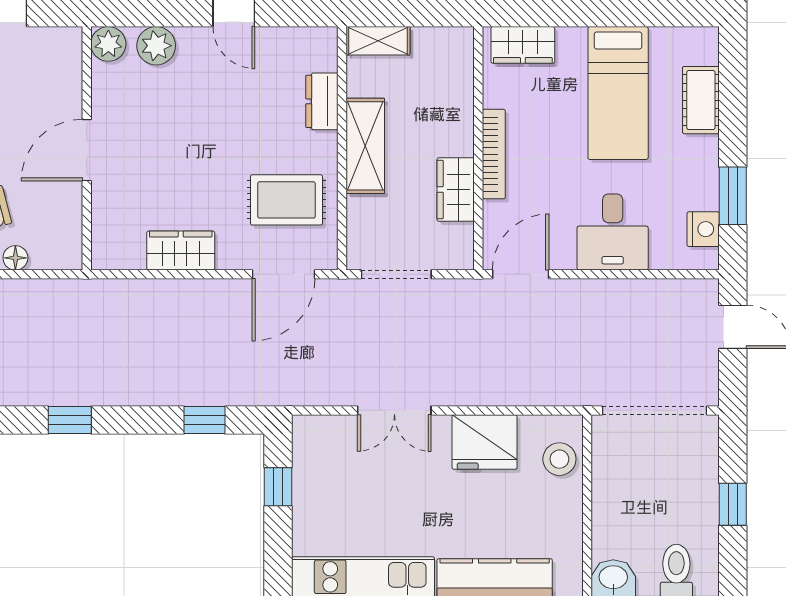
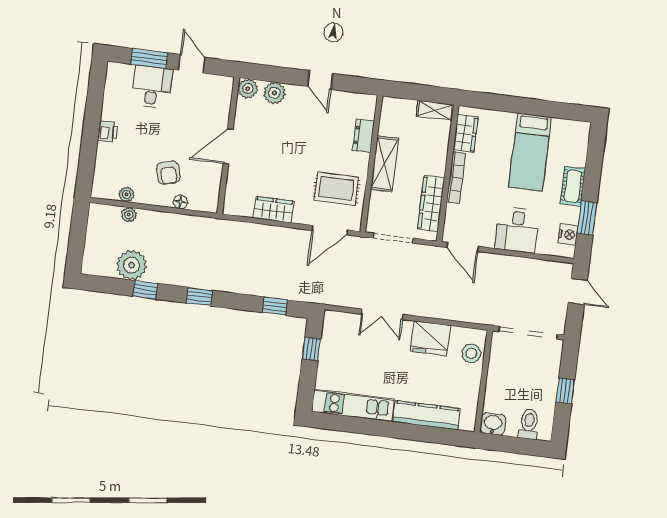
shelving: (378, 41) -> (435, 110), moved
wardrobe: (523, 45) -> (466, 134), moved, turned -90
cot: (701, 100) -> (573, 186), moved
wardrobe: (456, 190) -> (431, 204), width x1.50
door: (521, 274) -> (463, 247), swing flipped

